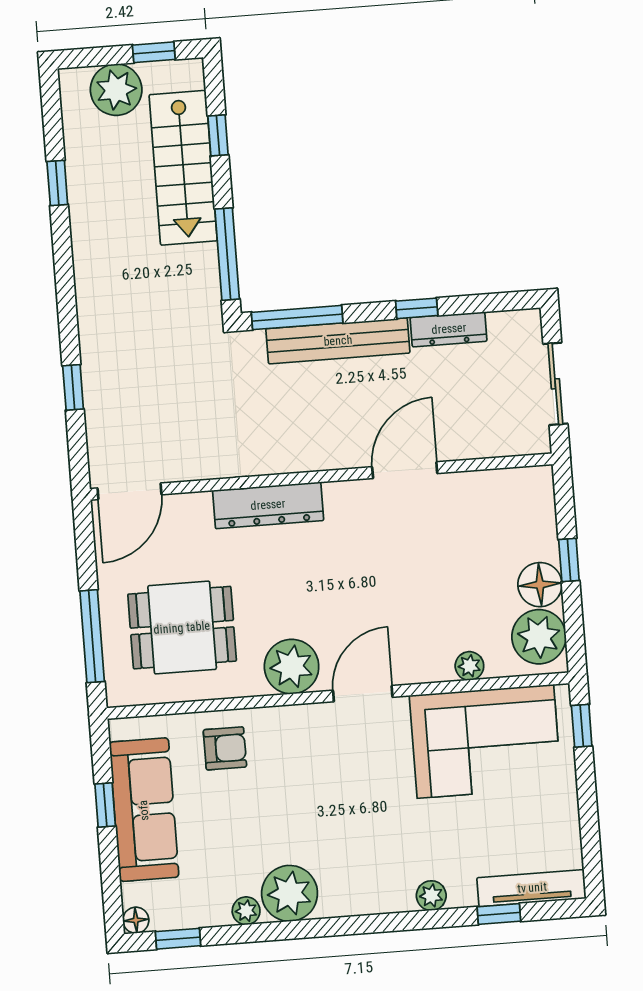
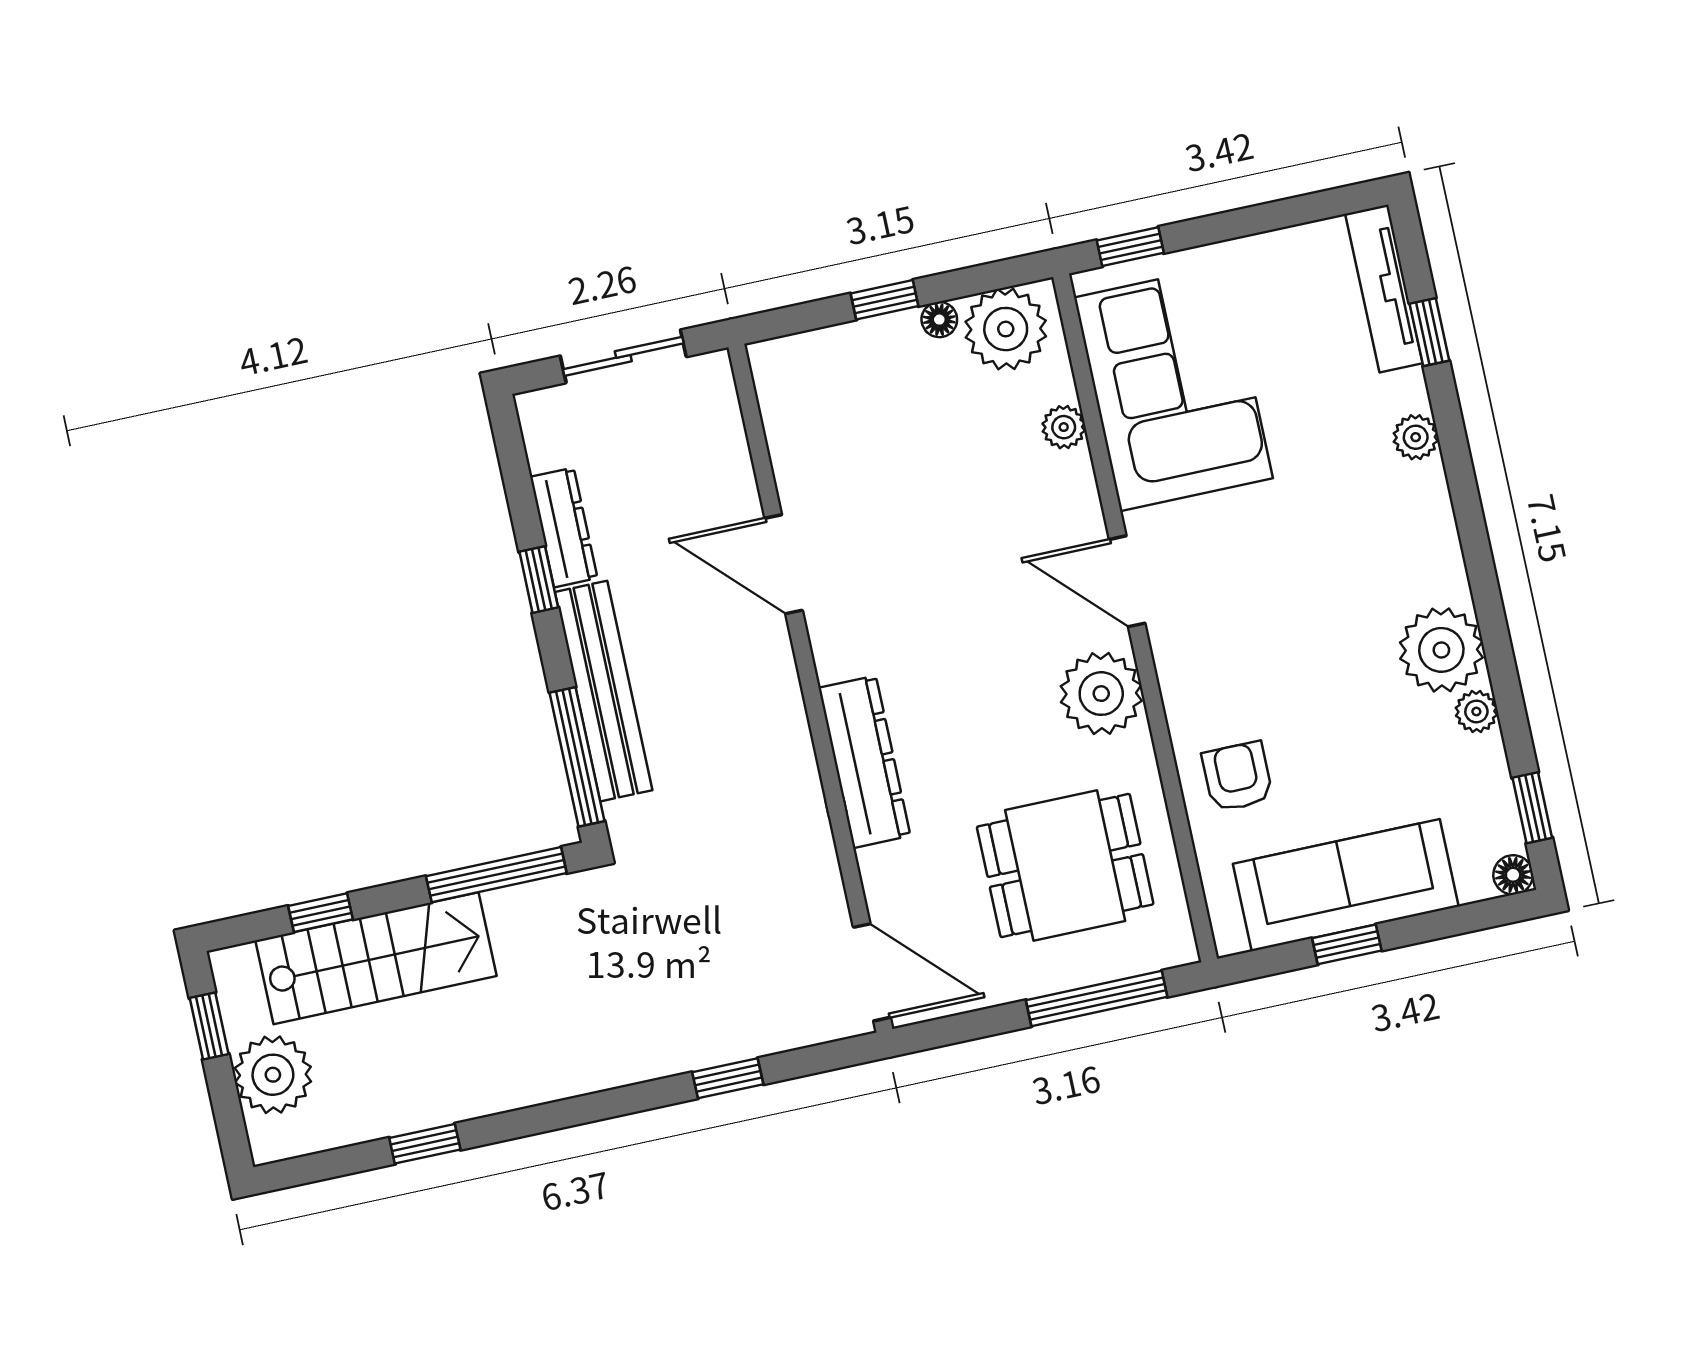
floor lamp: (540, 585) -> (939, 320), width x0.53, depth x0.53
dining table: (182, 628) -> (1065, 866), turned 90

